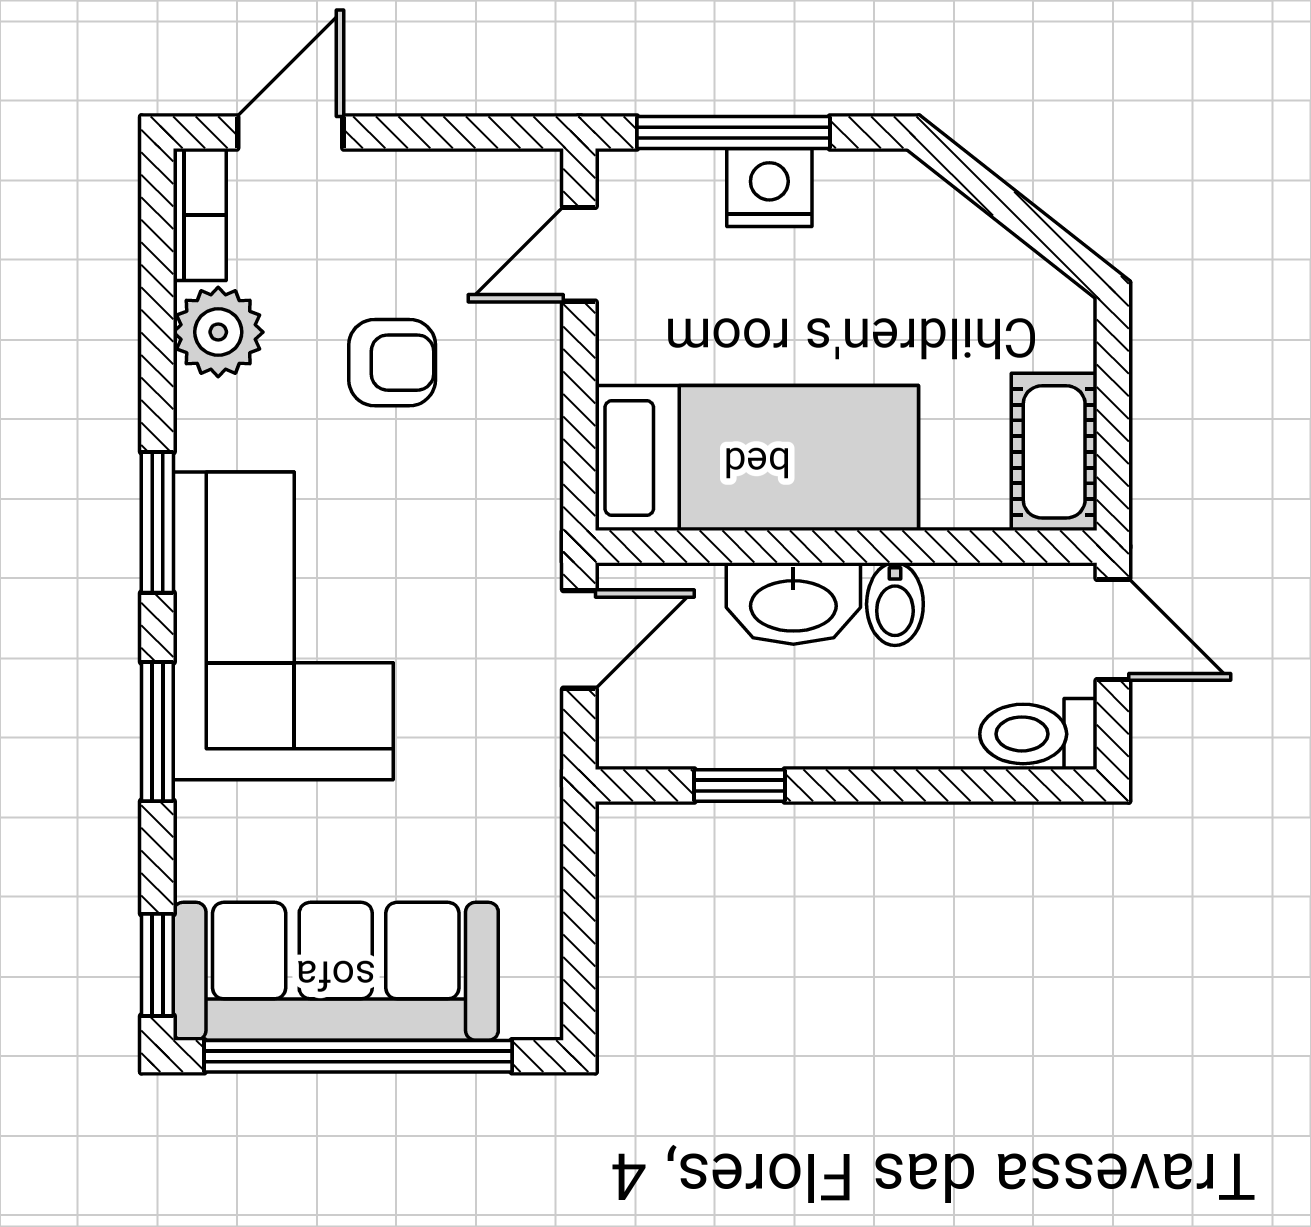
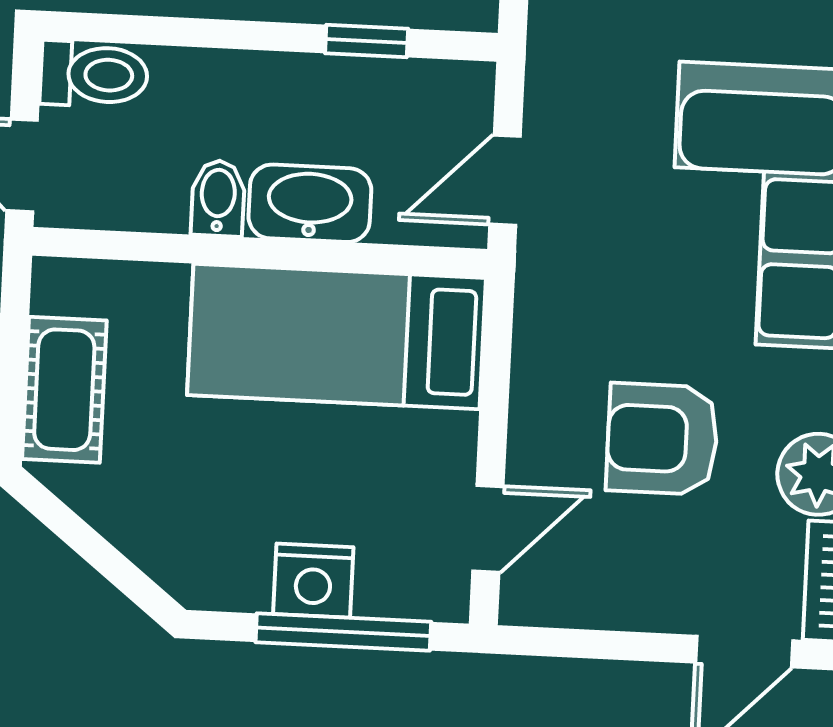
armchair: (392, 363) -> (662, 439), width x1.38, depth x1.38
cot: (1054, 452) -> (64, 390), moved

